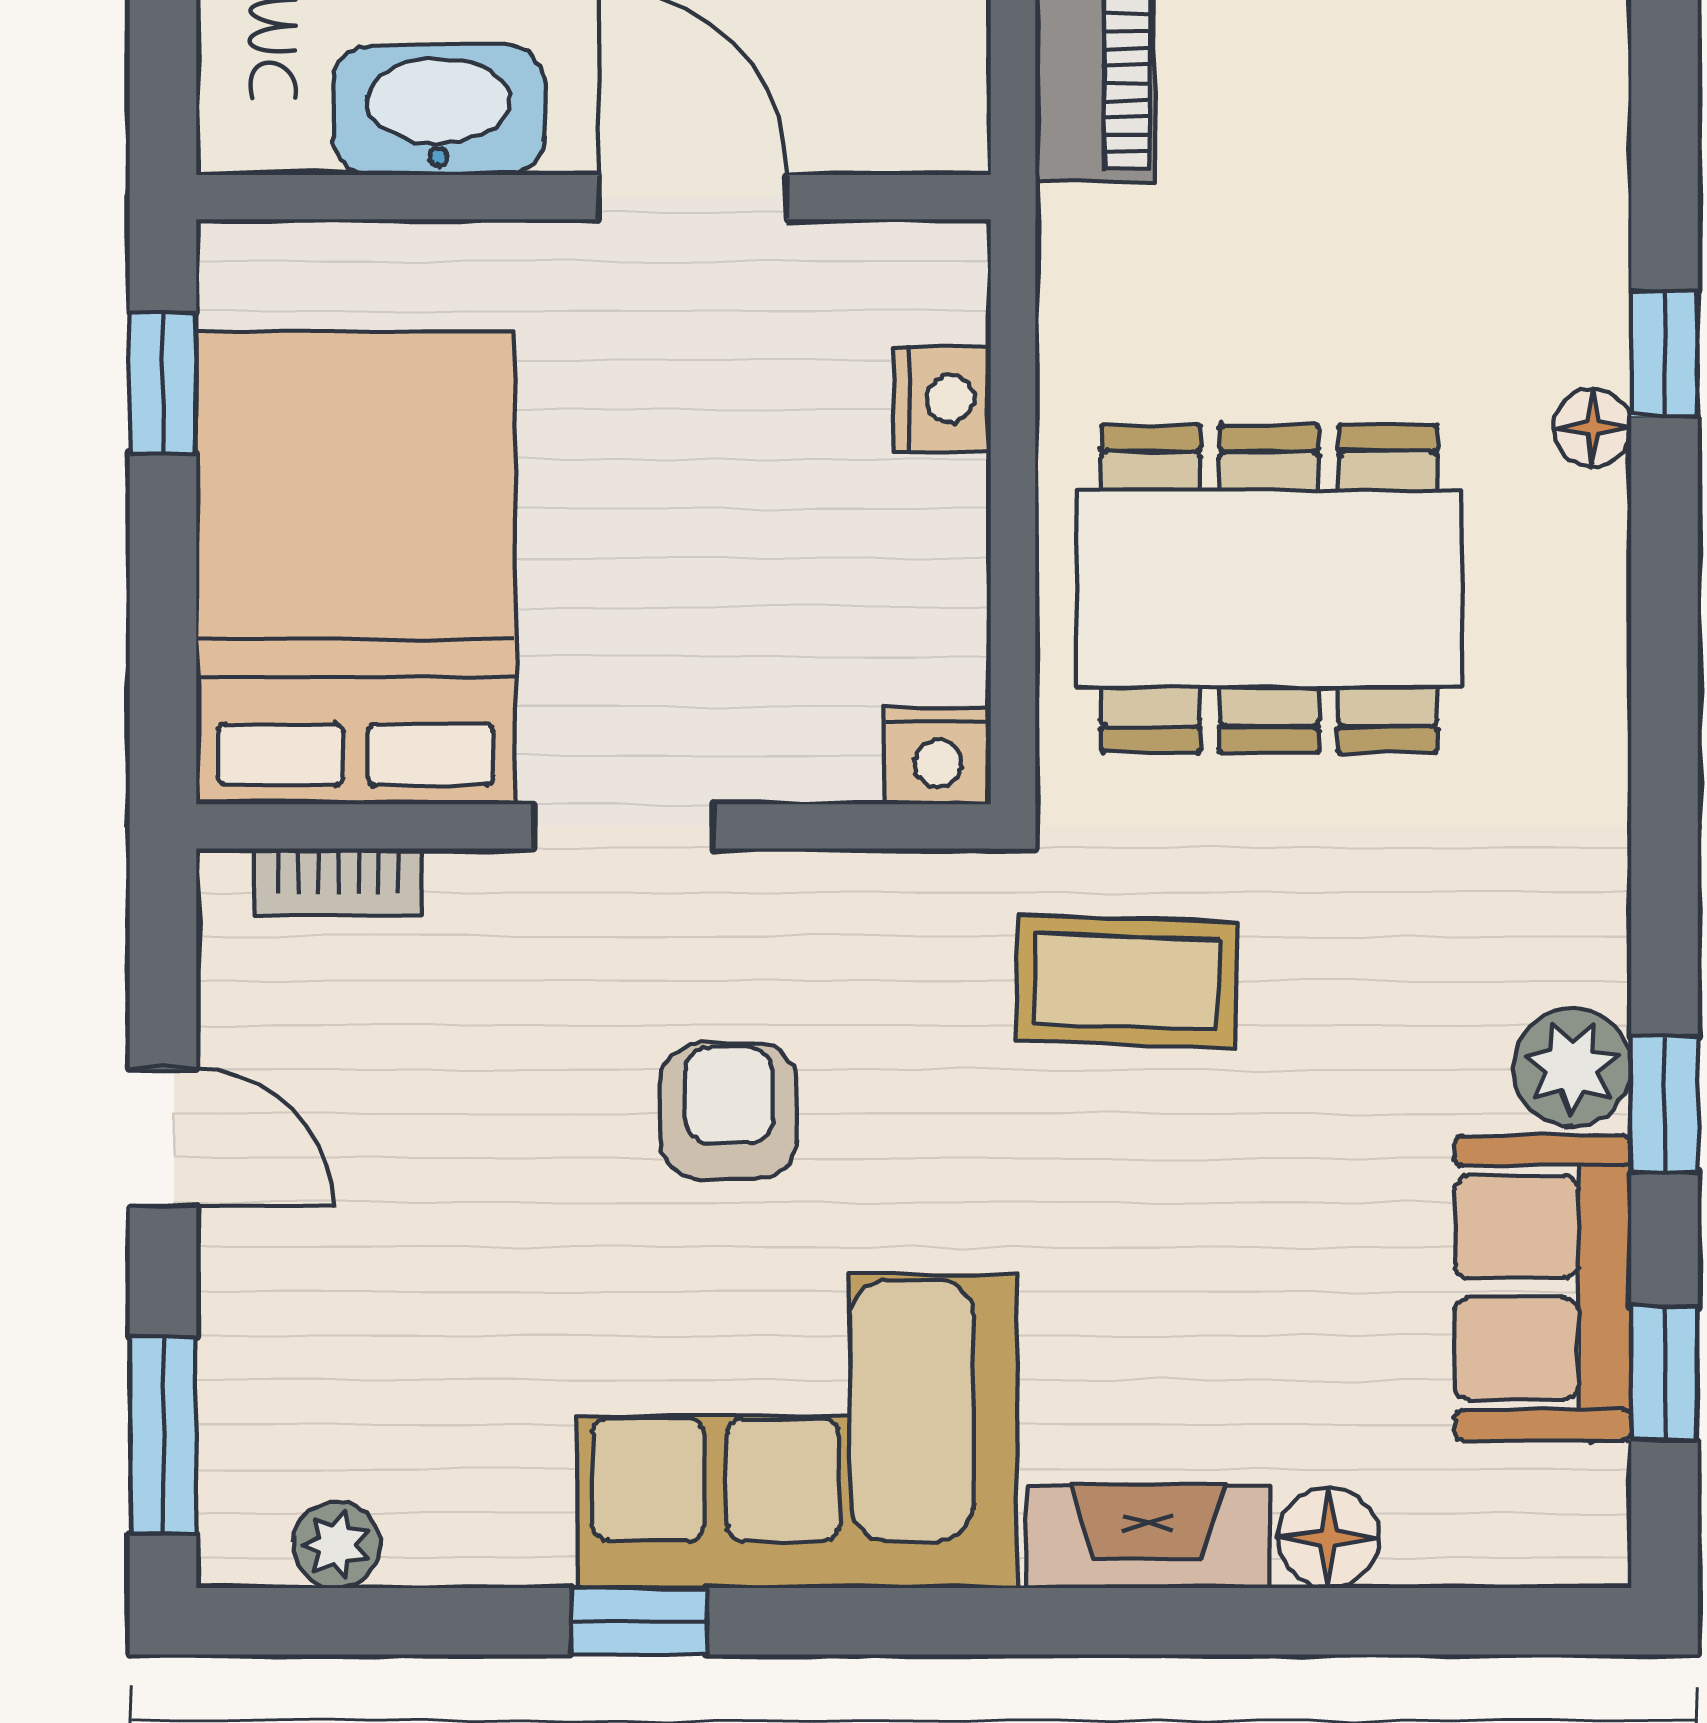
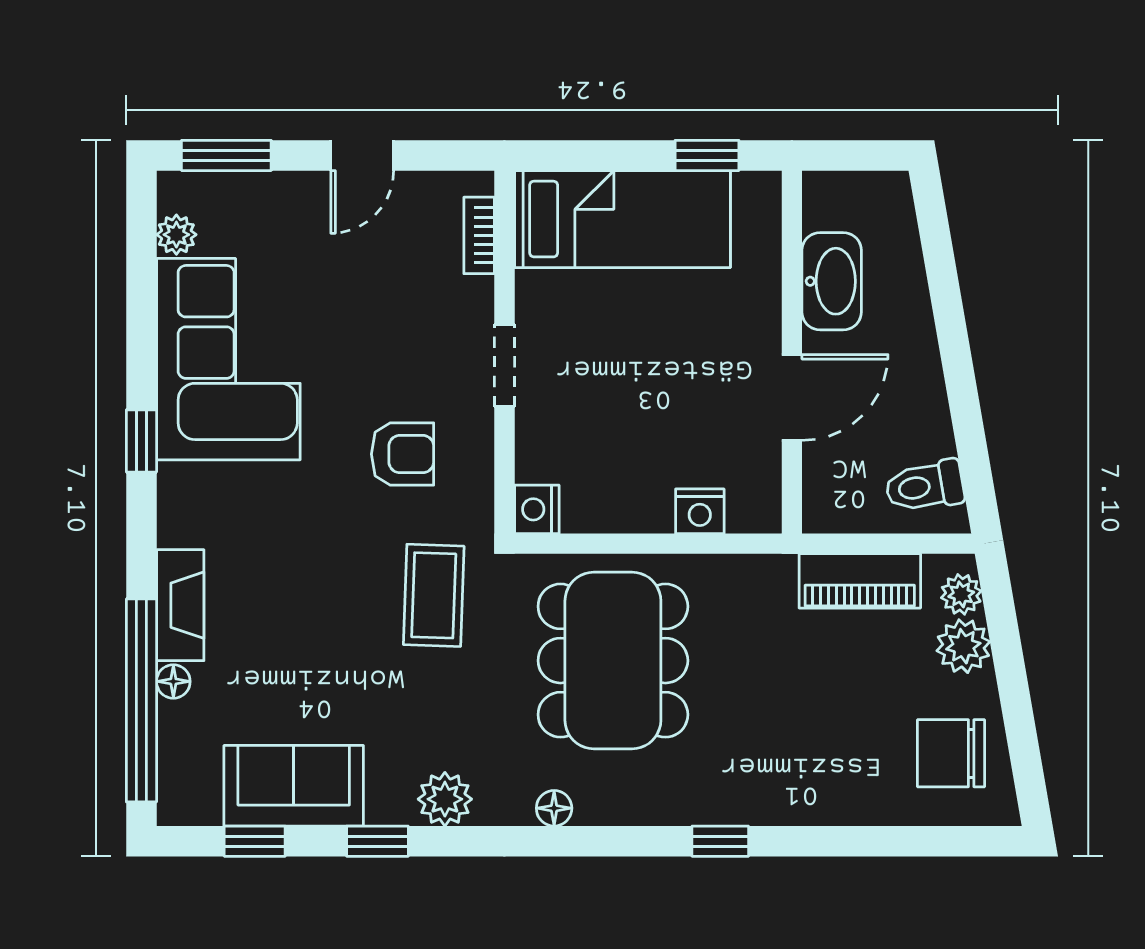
floor lamp: (1592, 428) -> (554, 808), moved
bed: (355, 568) -> (622, 219), width x0.67
plant: (1572, 1067) -> (445, 799), moved
armchair: (728, 1111) -> (403, 454), moved
corner sofa: (797, 1431) -> (228, 359), moved
floor lamp: (1329, 1538) -> (173, 681), width x0.73, depth x0.73
window: (639, 1621) -> (141, 441), moved
window: (1356, 1621) -> (141, 700), added

